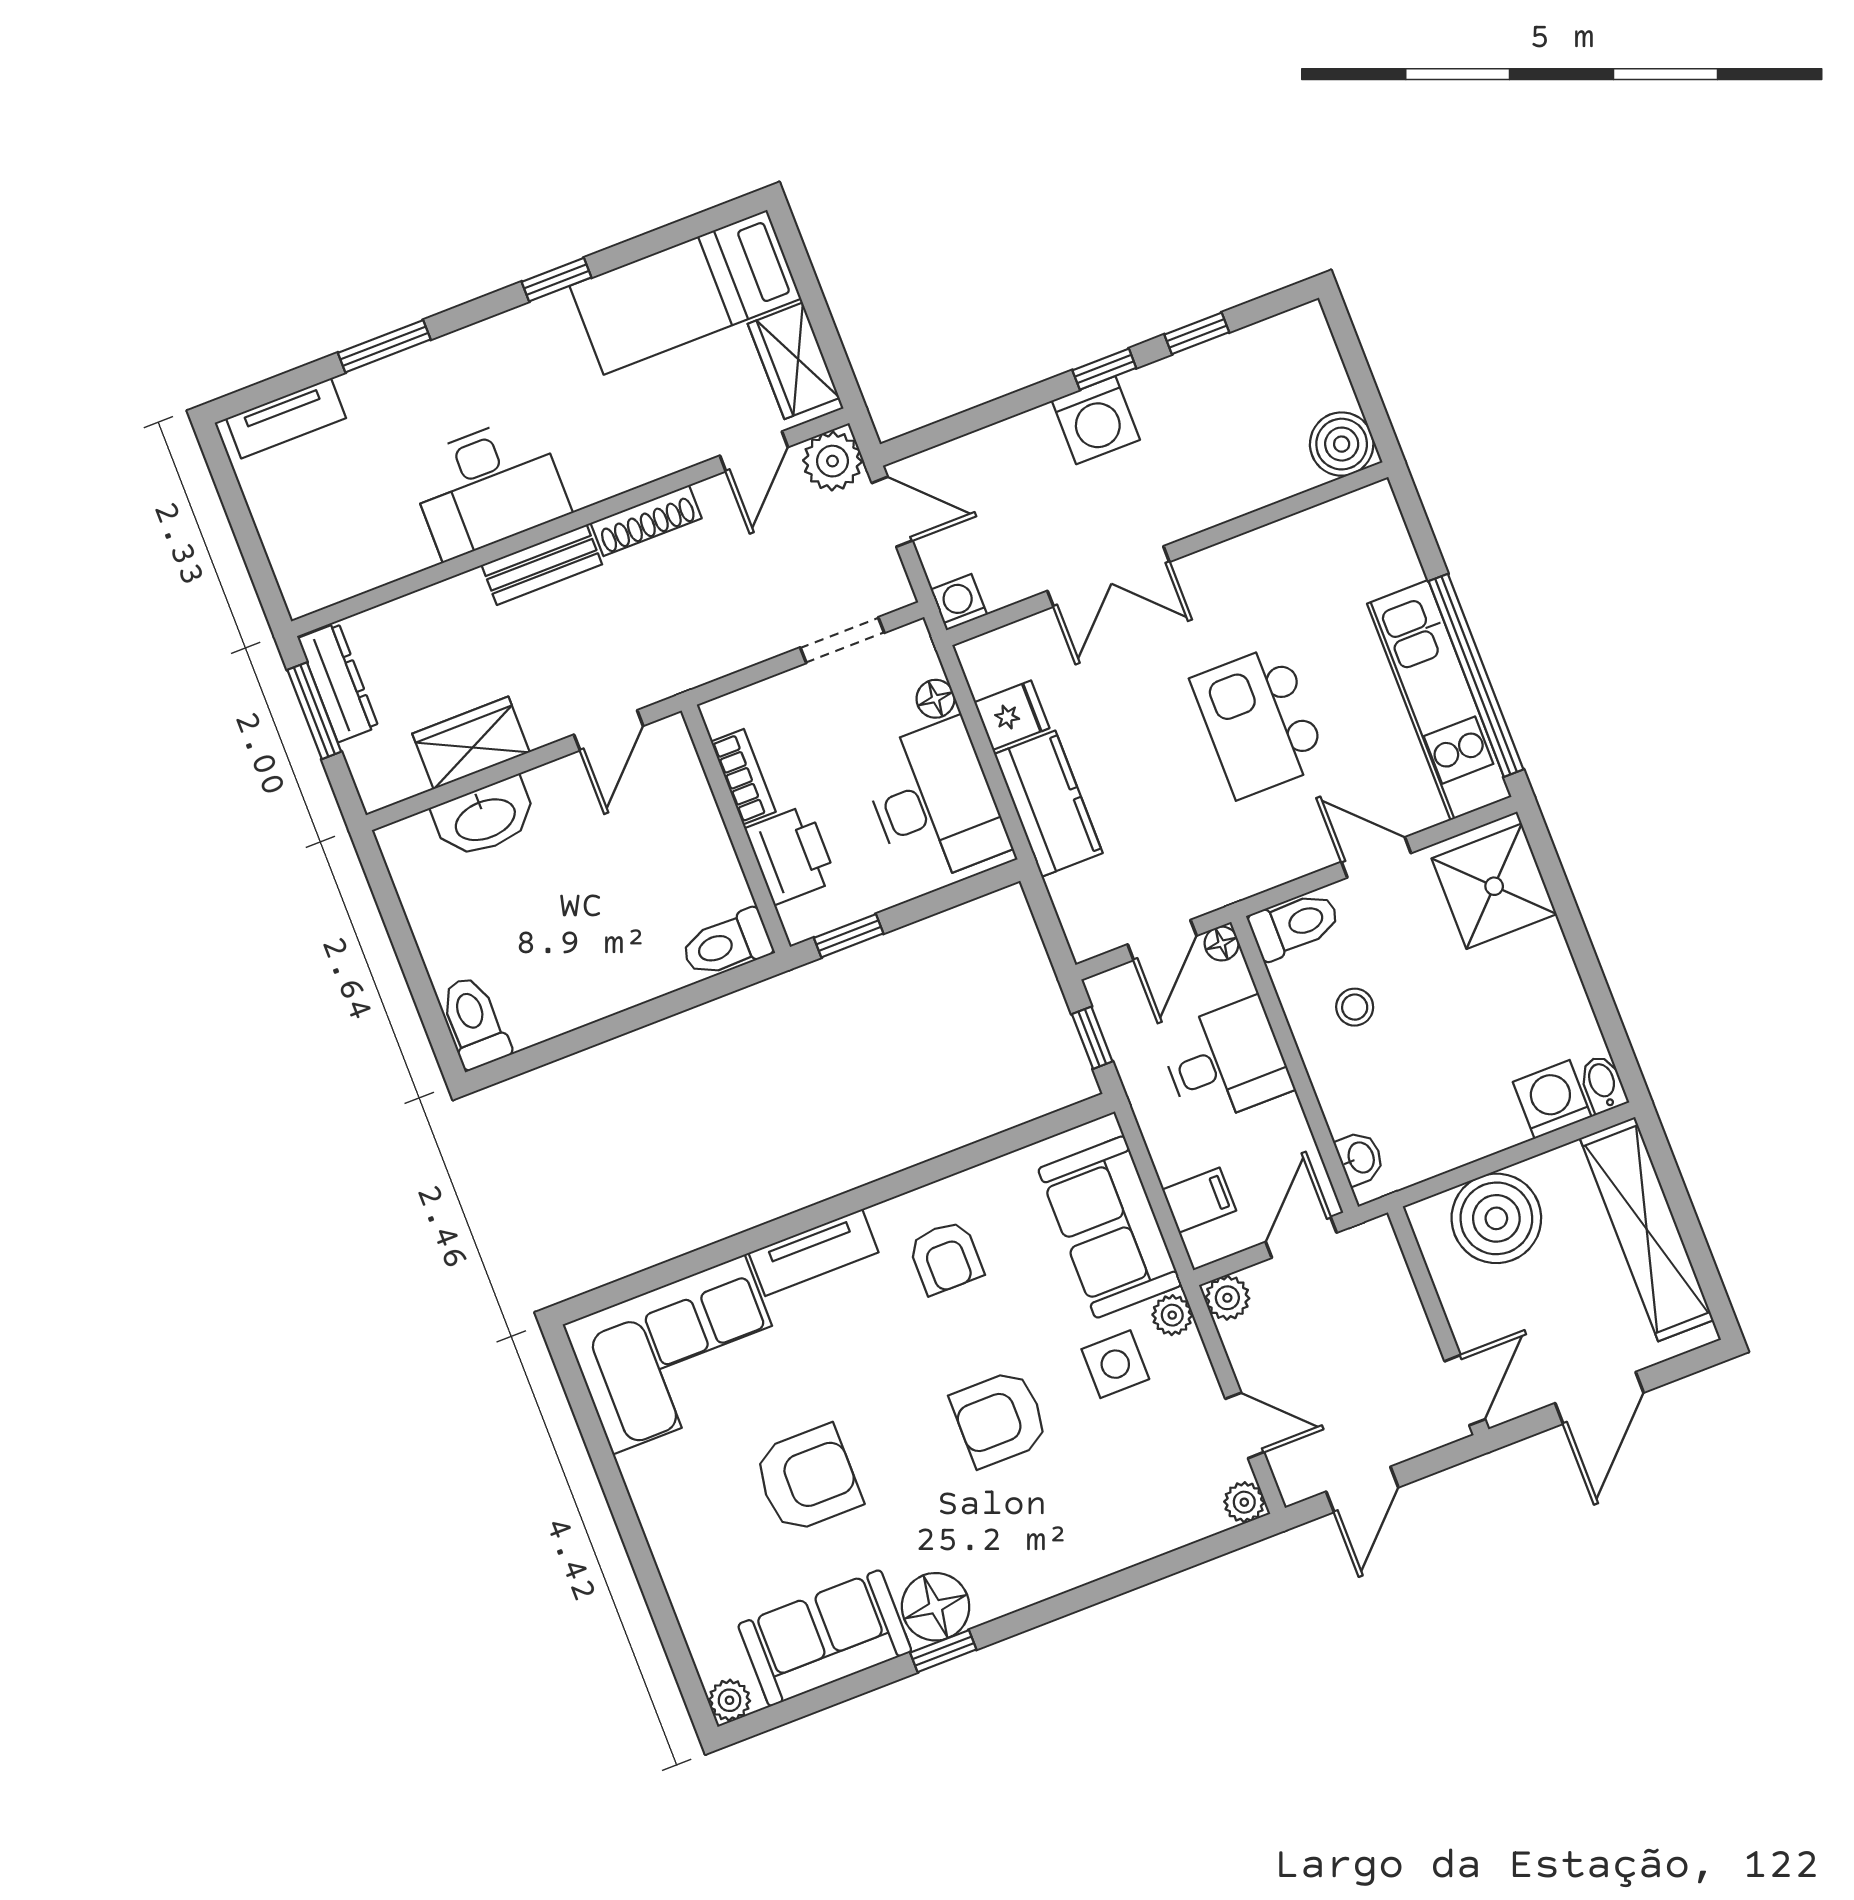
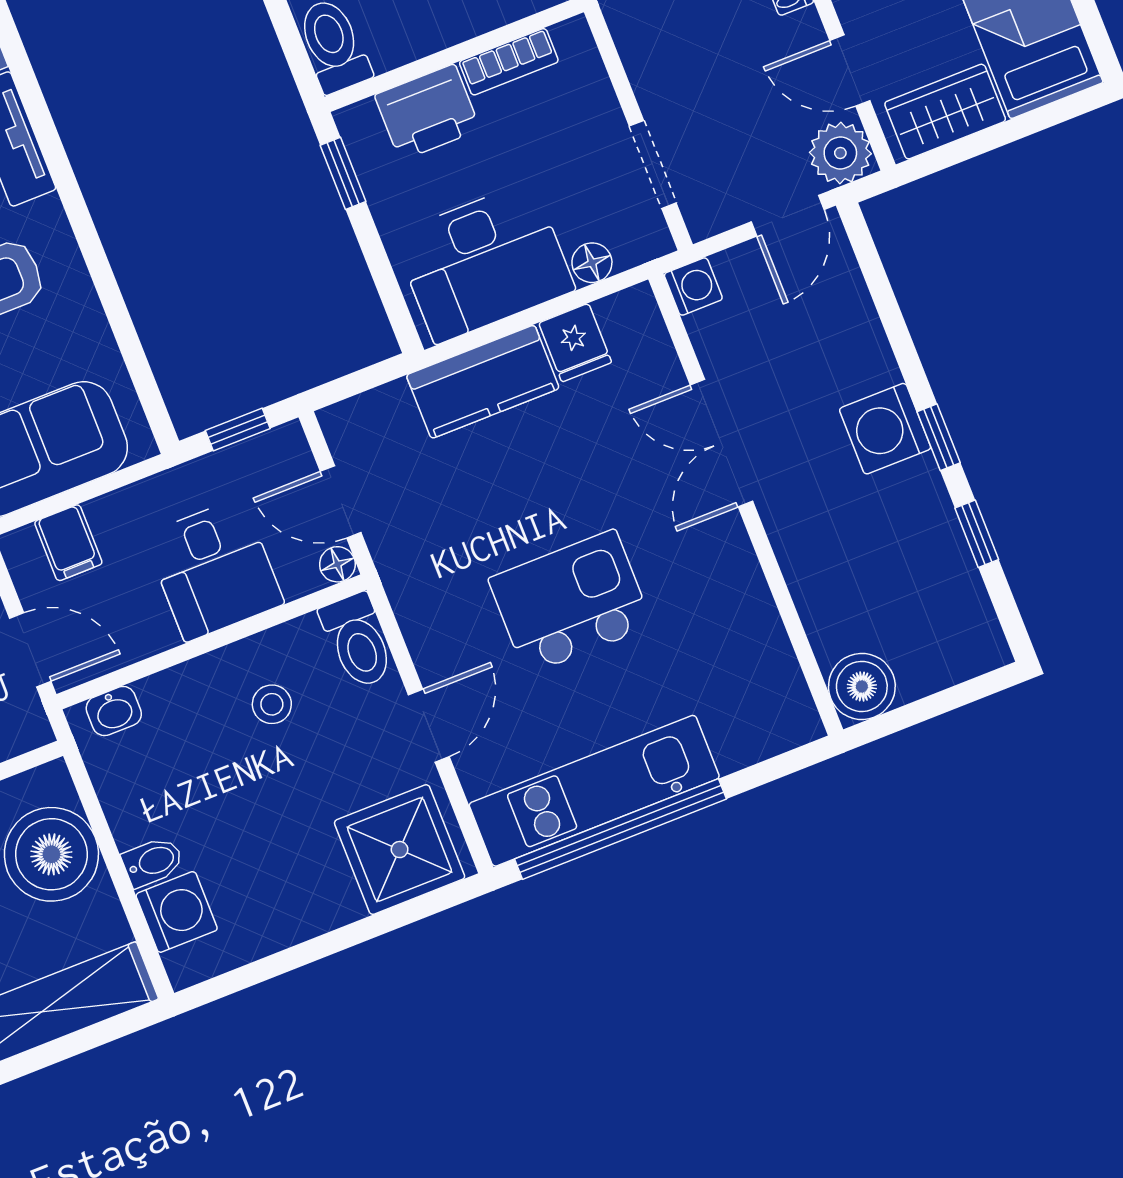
bidet: (1603, 1084) -> (153, 862), moved

